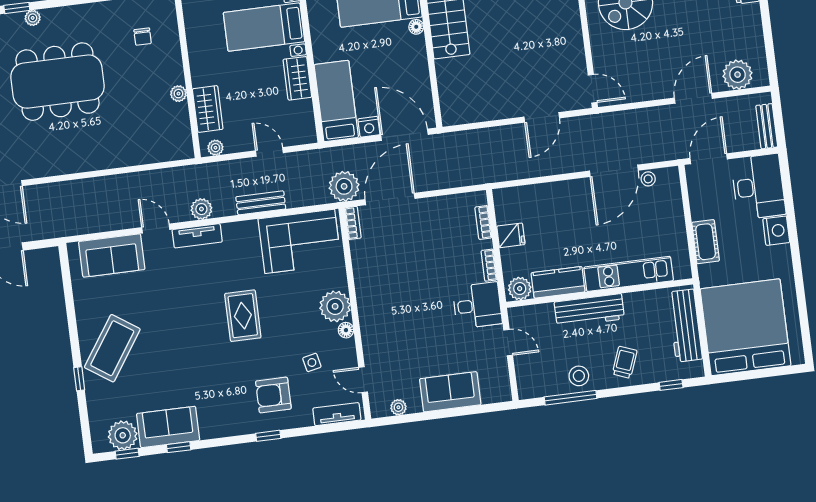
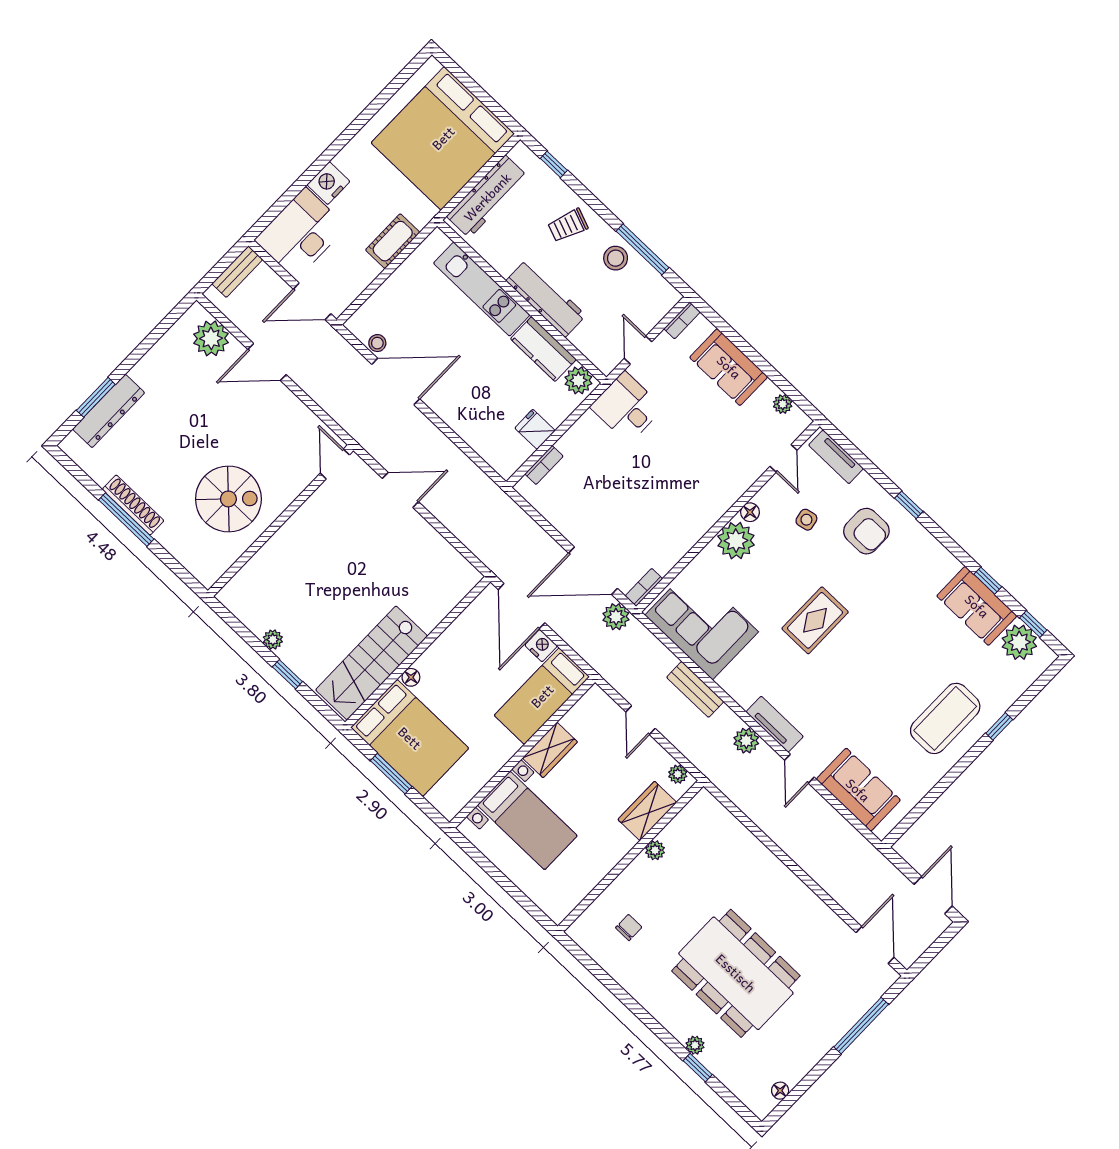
plant: (344, 186) -> (616, 617), width x0.73, depth x0.73
bookcase: (489, 265) -> (682, 320), moved
coffee table: (112, 348) -> (945, 718), turned -34

